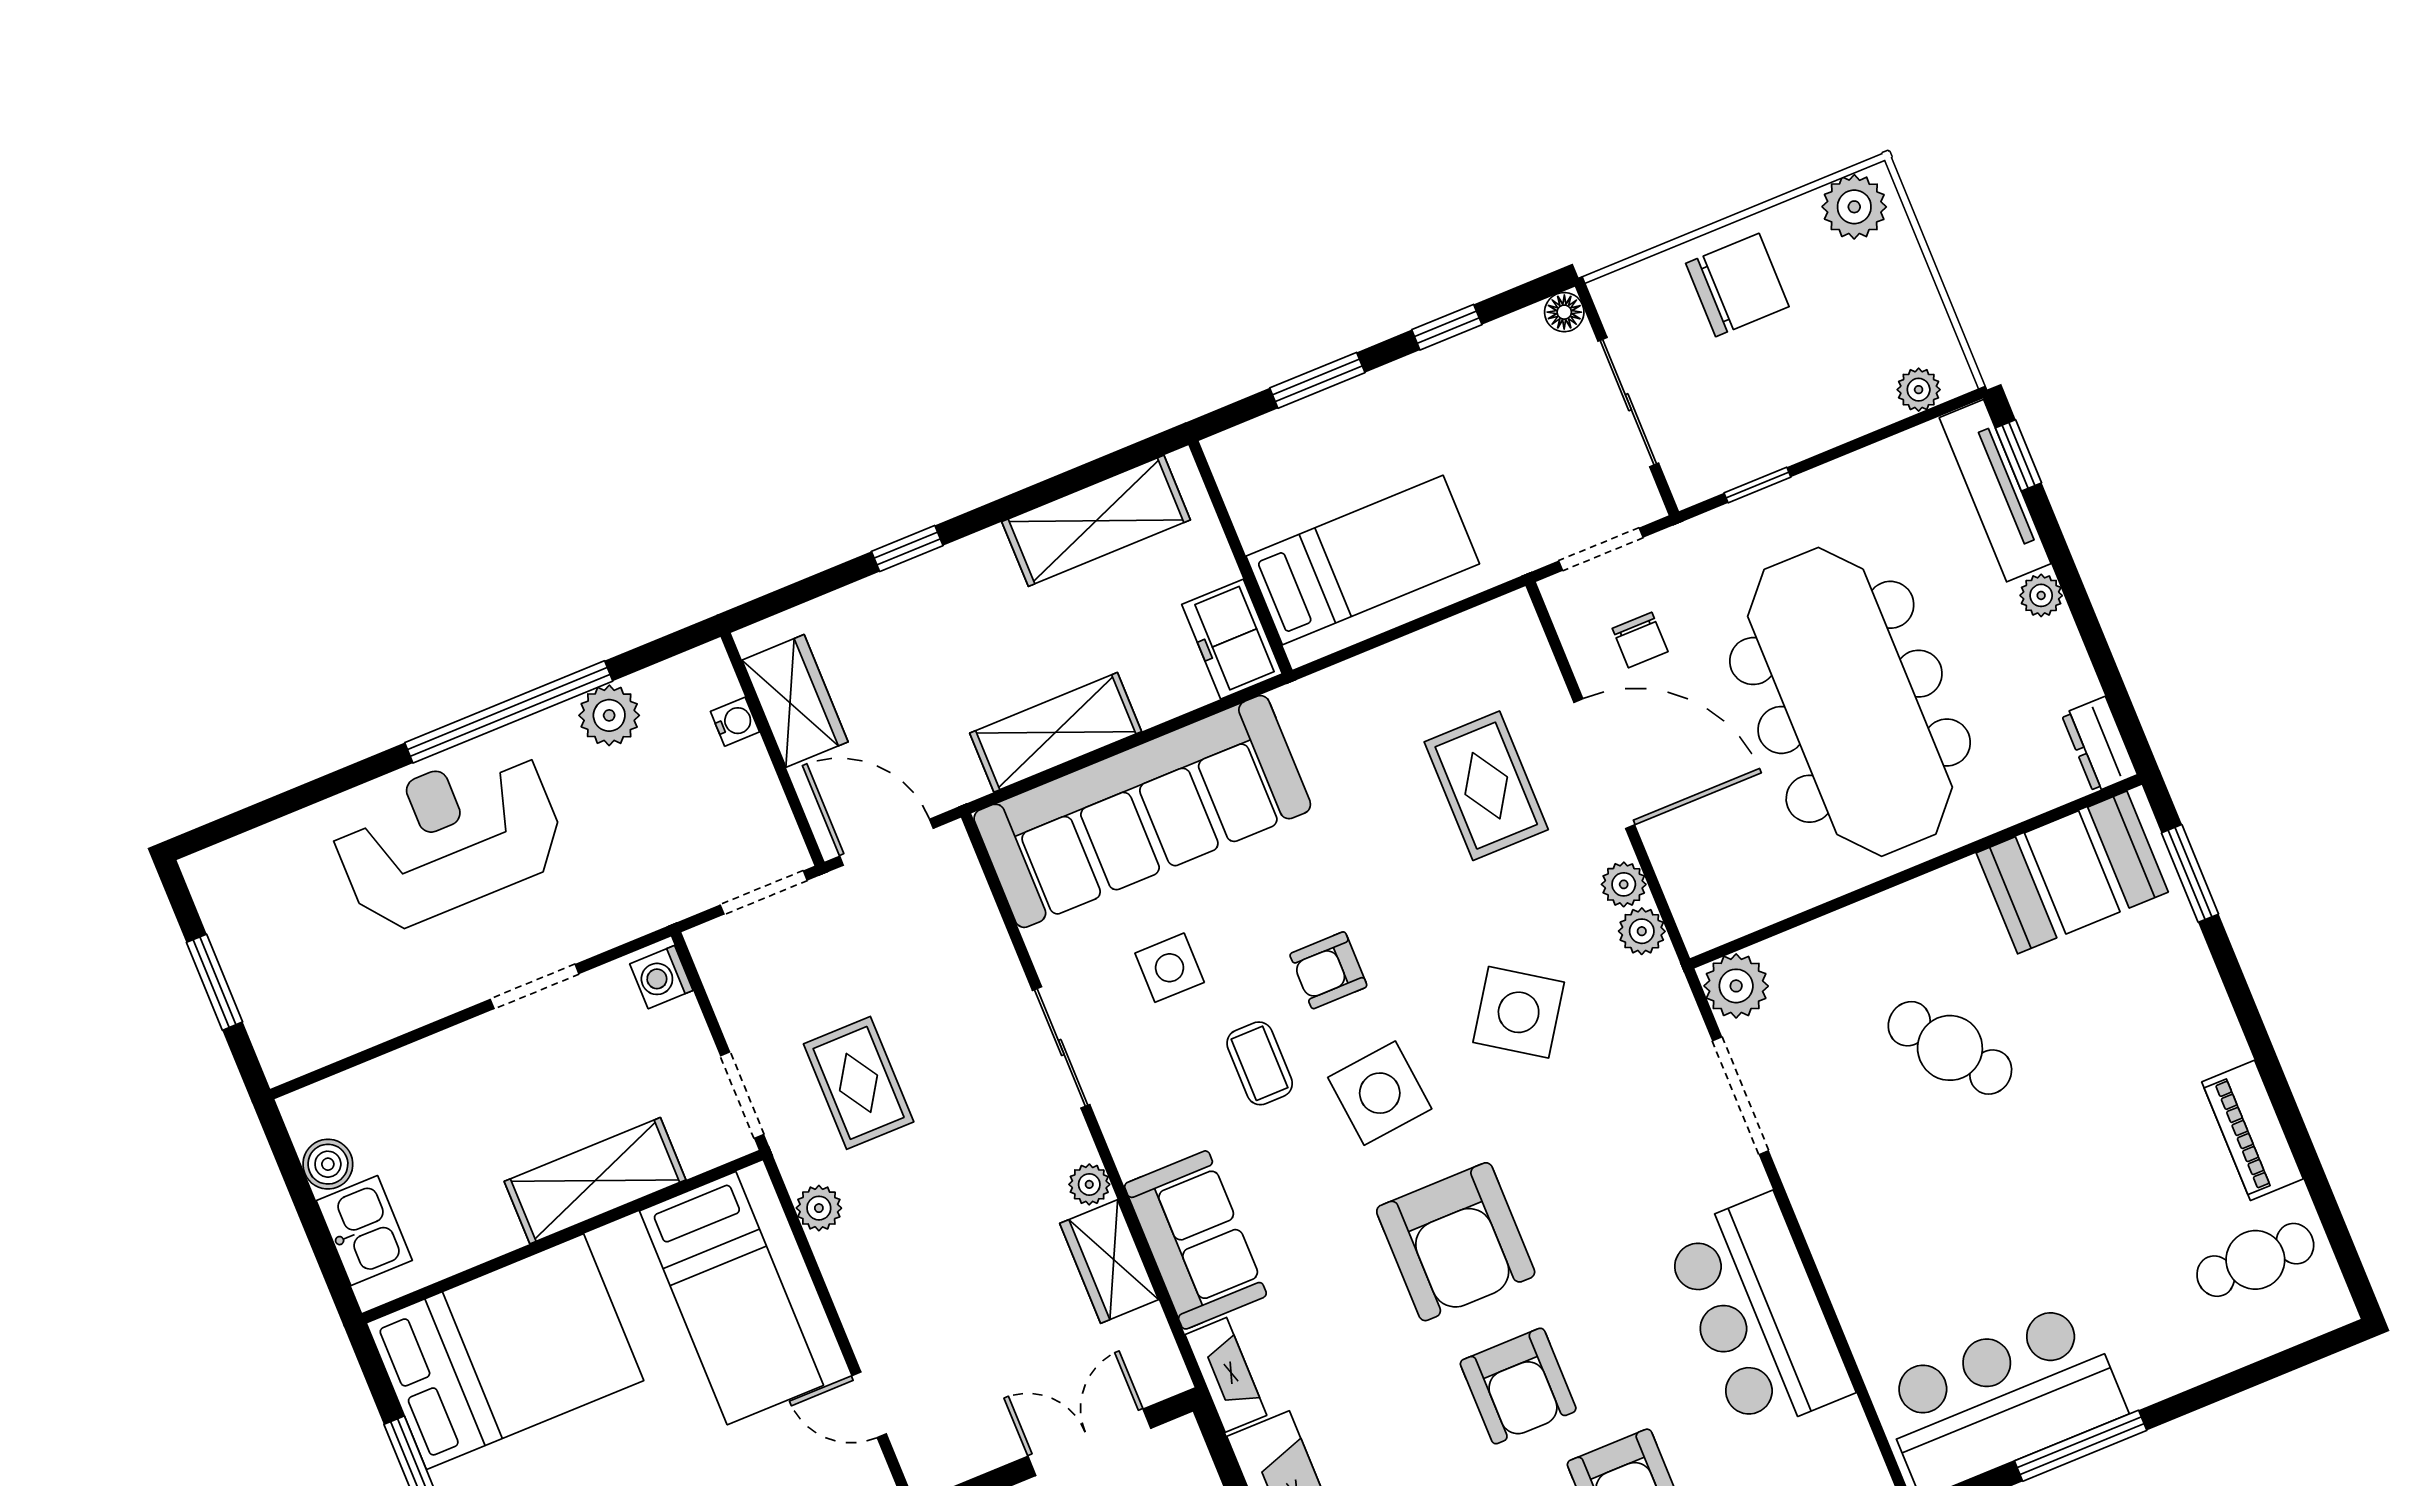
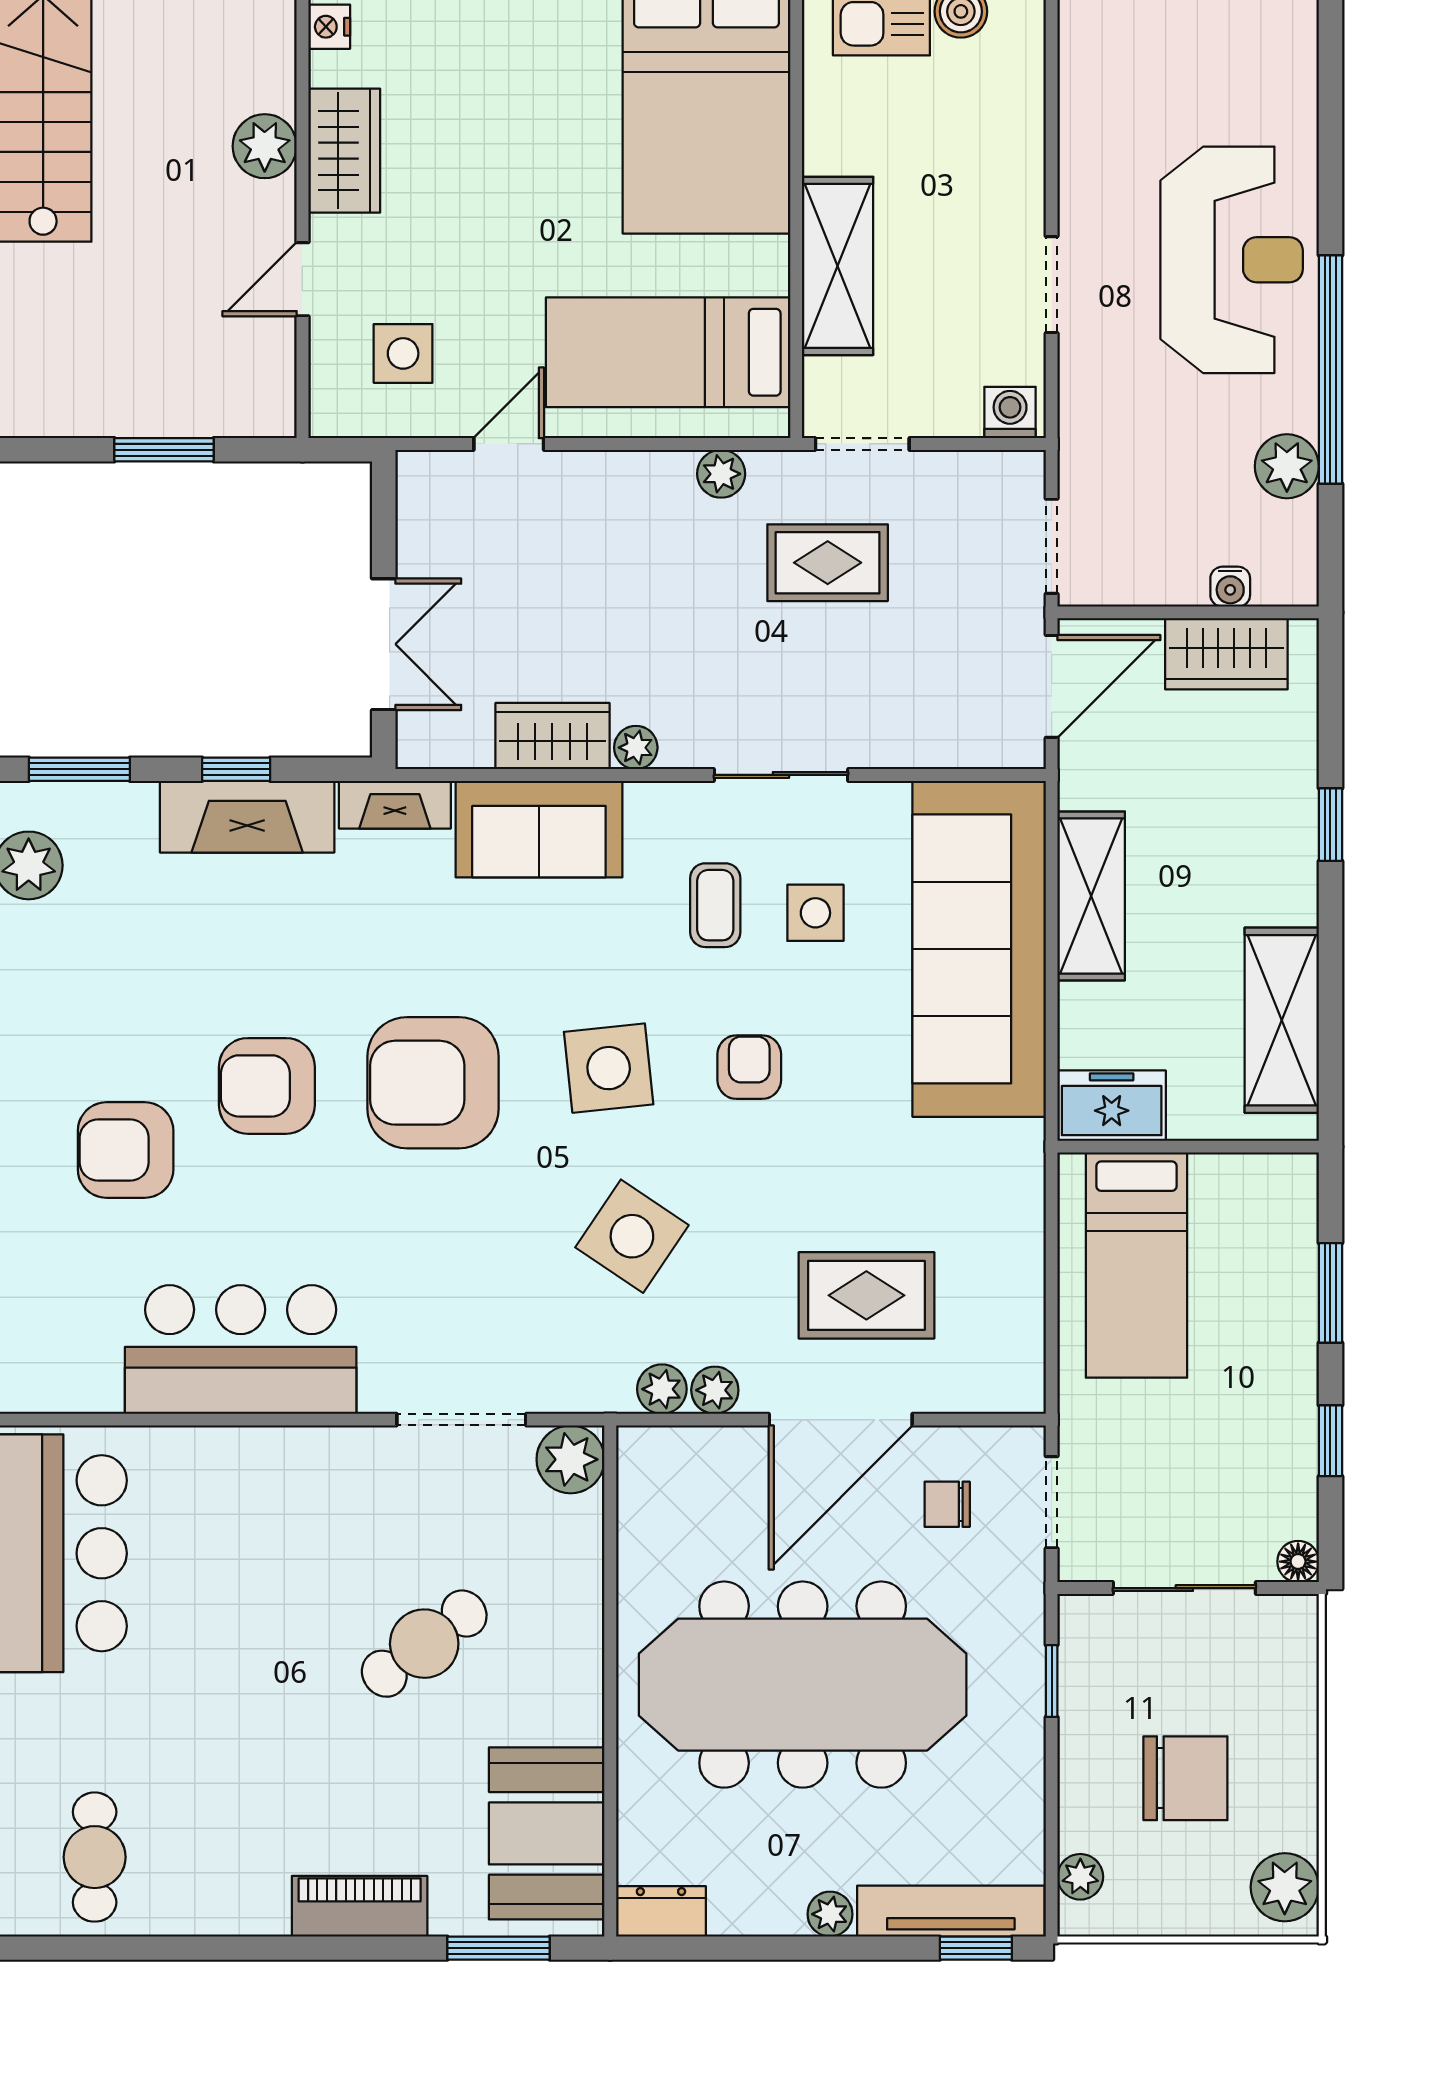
chair: (1737, 285) -> (1185, 1778), moved, turned -90
coffee table: (1260, 1063) -> (715, 905), moved, turned 90
piano: (2253, 1130) -> (360, 1906), moved

